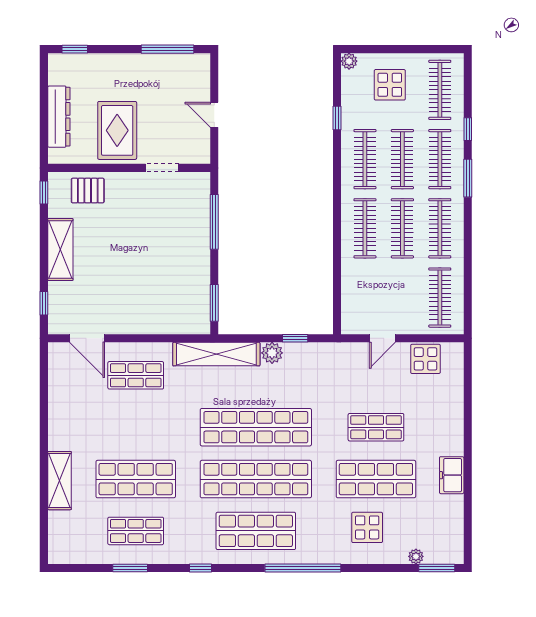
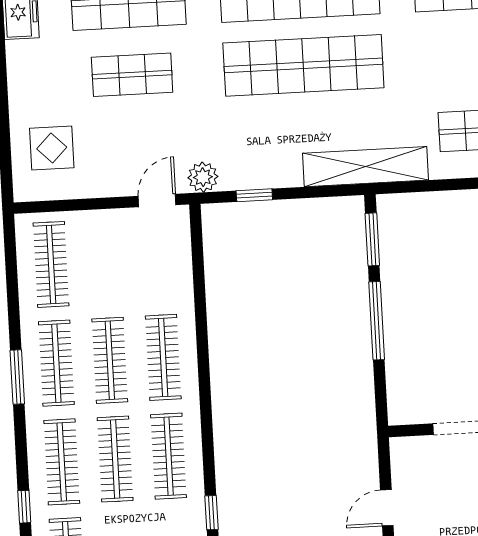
door: (214, 115) -> (387, 508), swing flipped
window: (468, 178) -> (17, 377), moved
window: (214, 222) -> (377, 321), moved
door: (382, 338) -> (157, 200), moved
plant: (272, 353) -> (203, 177), moved
display table: (425, 359) -> (52, 148), moved

